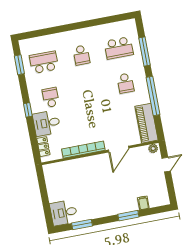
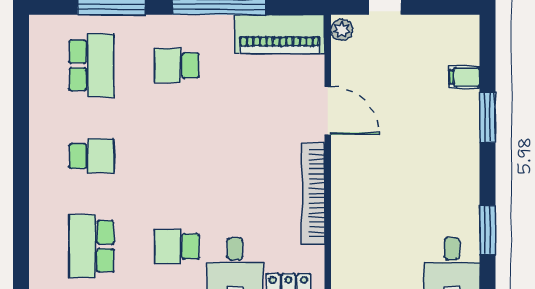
school desk: (125, 83) -> (177, 65), turned 180

